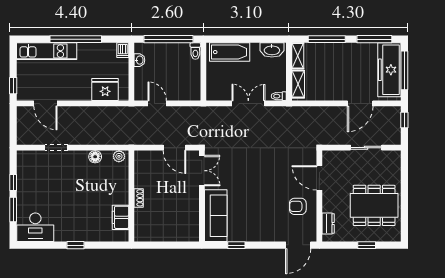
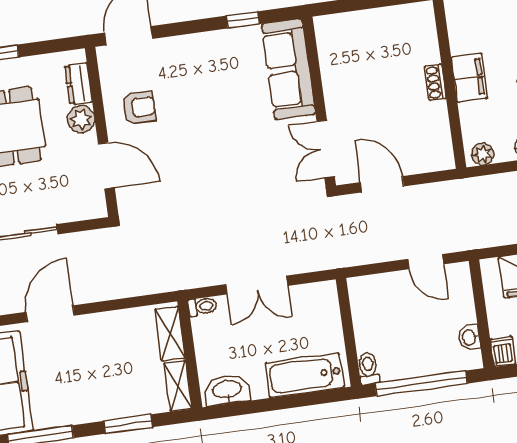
window: (327, 39) -> (128, 424), width x0.69
plant: (329, 204) -> (81, 119), added
filing cabinet: (120, 217) -> (469, 78), moved

